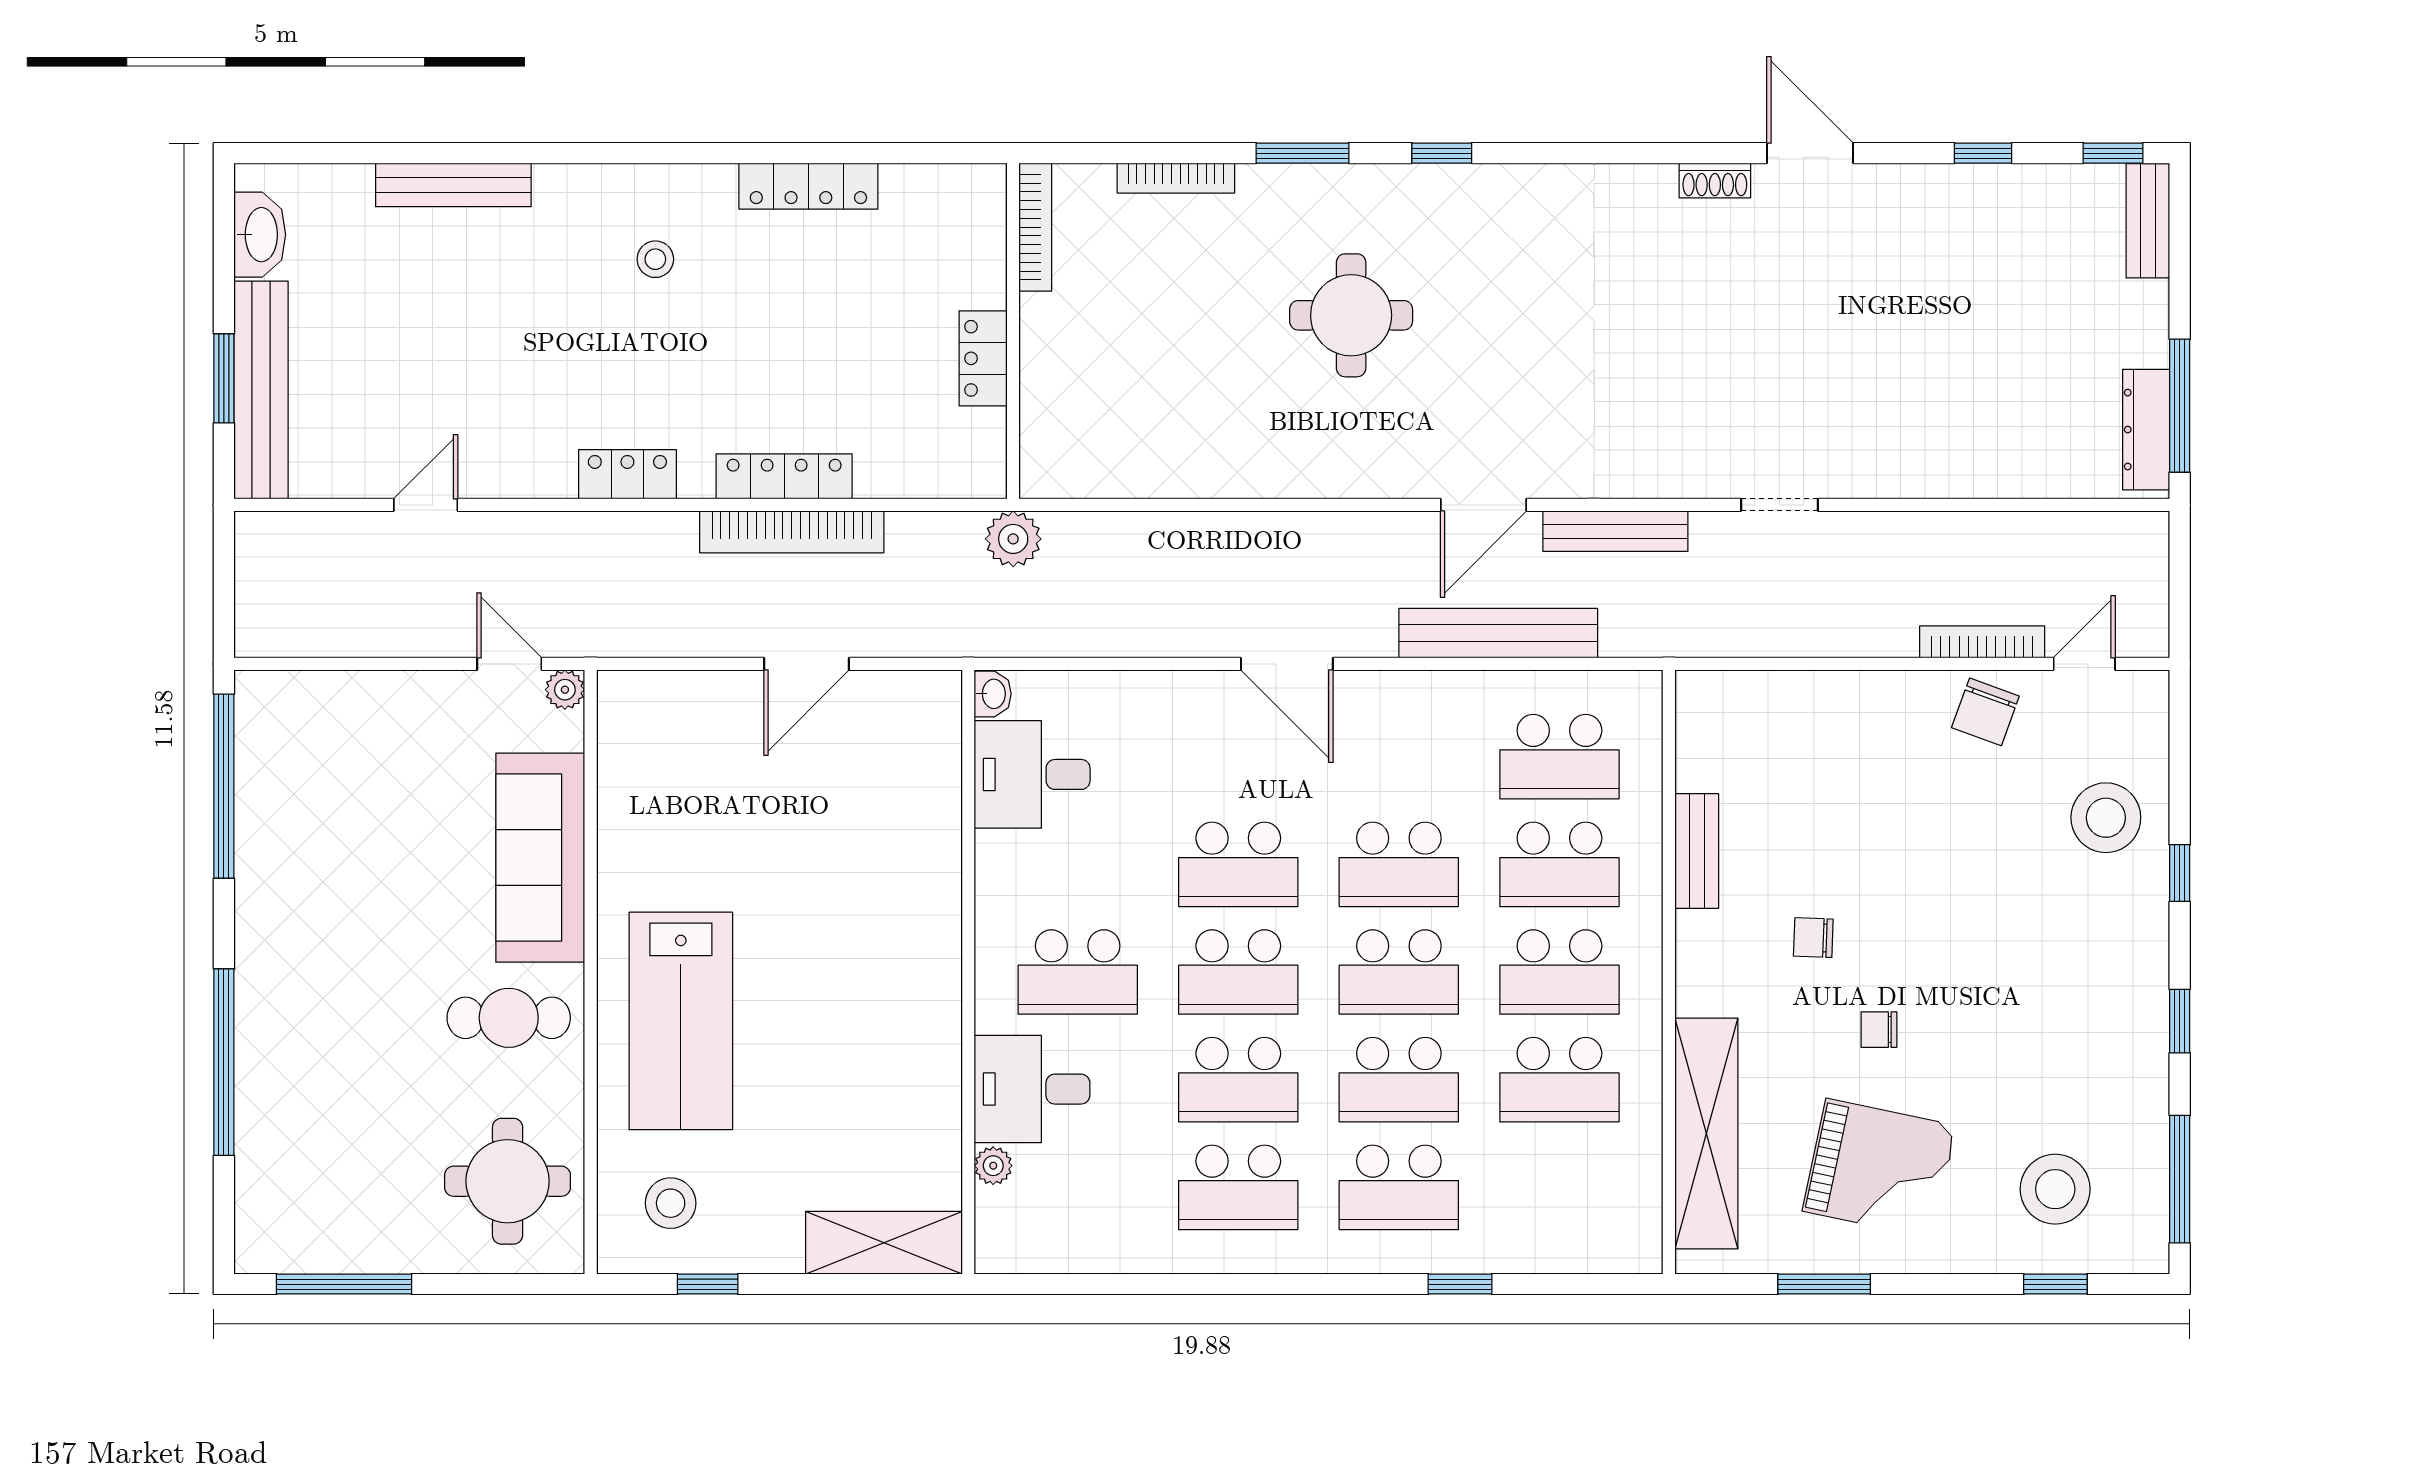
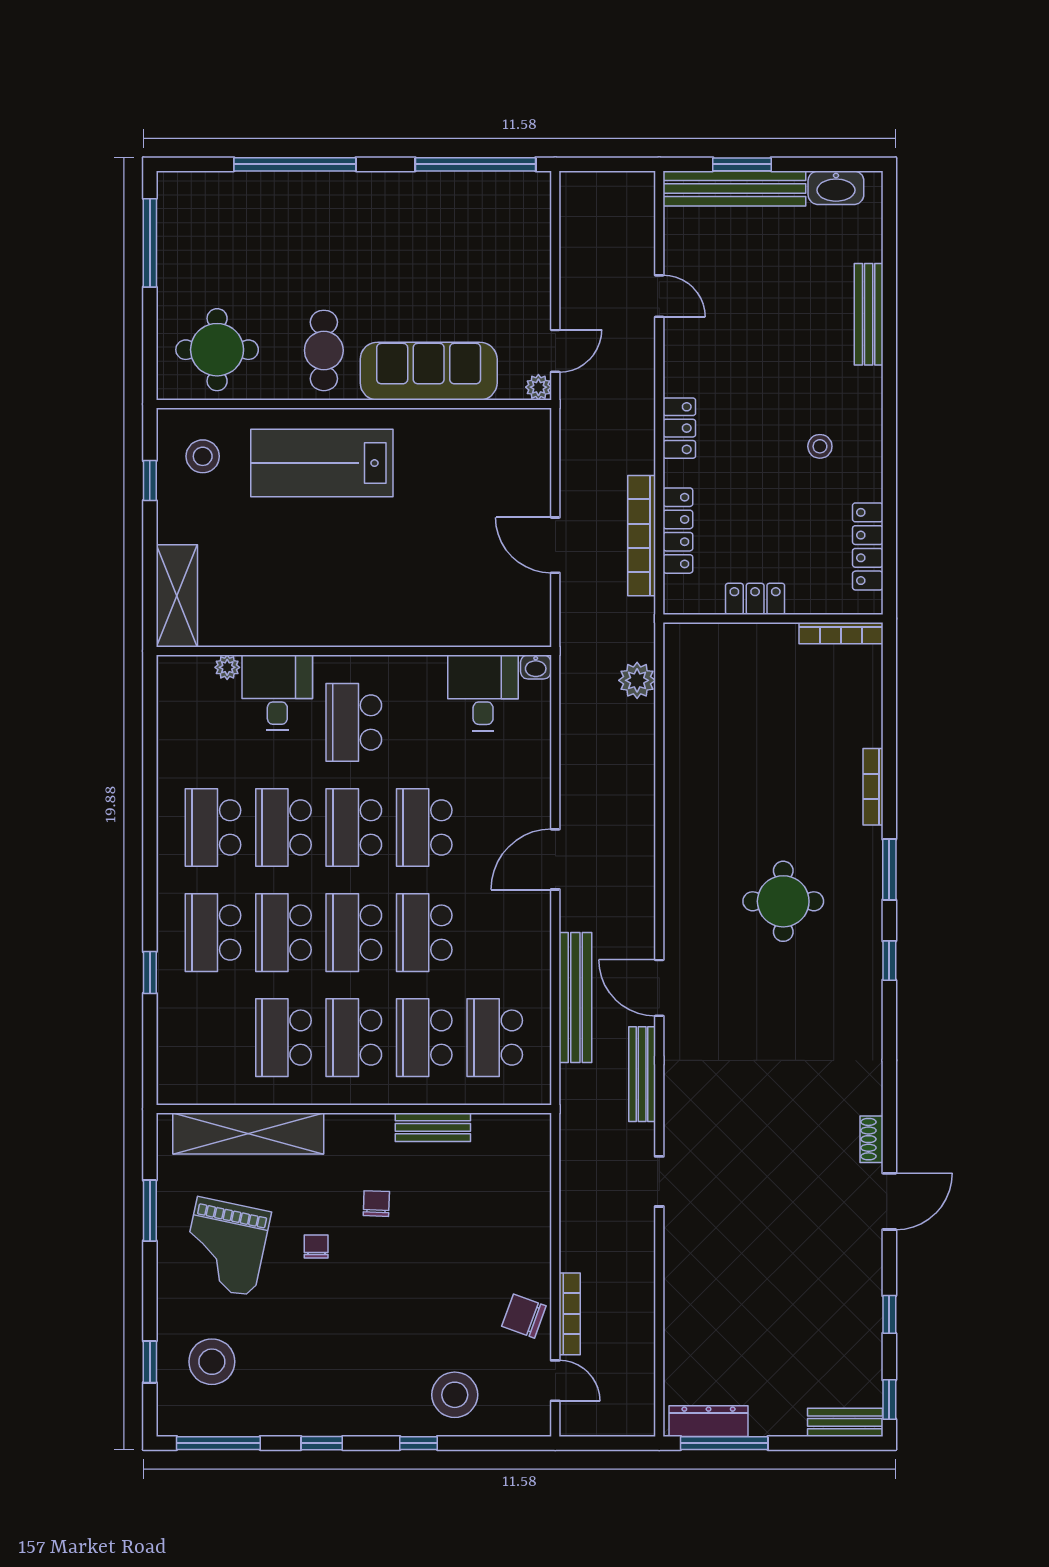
bookcase: (1035, 227) -> (841, 633), moved
wall: (1013, 331) -> (773, 618), moved
locker: (983, 358) -> (755, 599), moved

